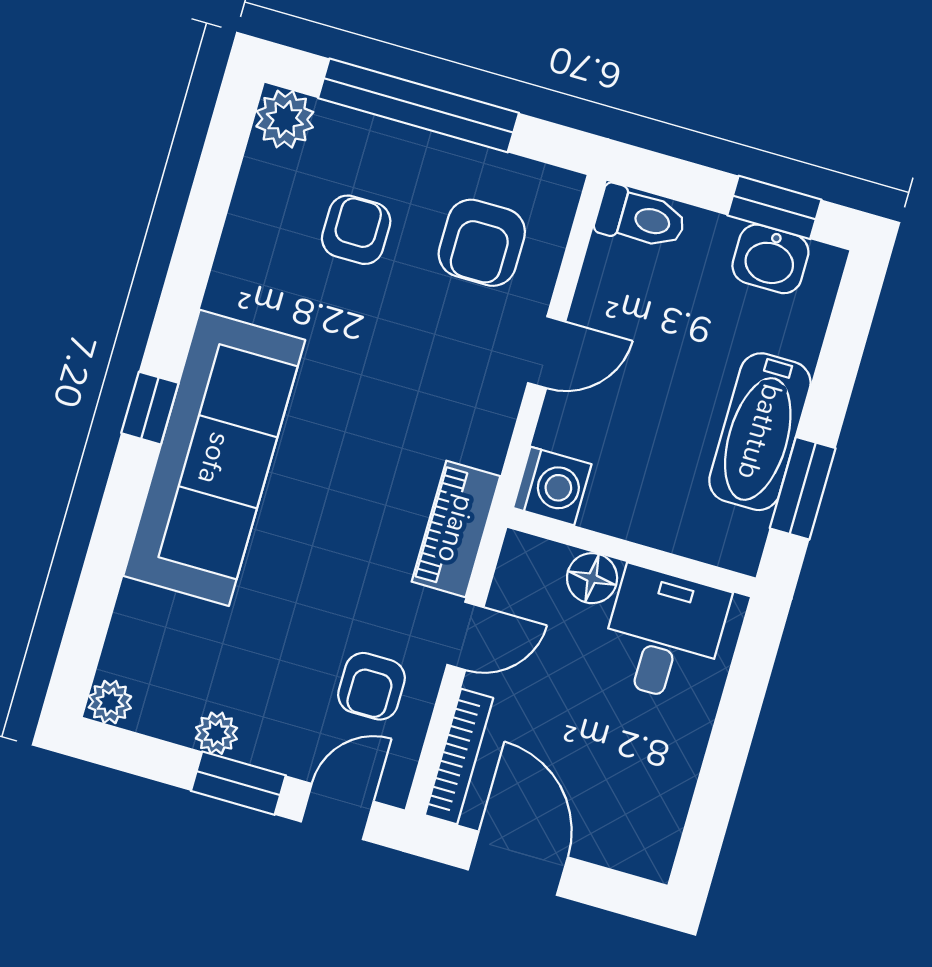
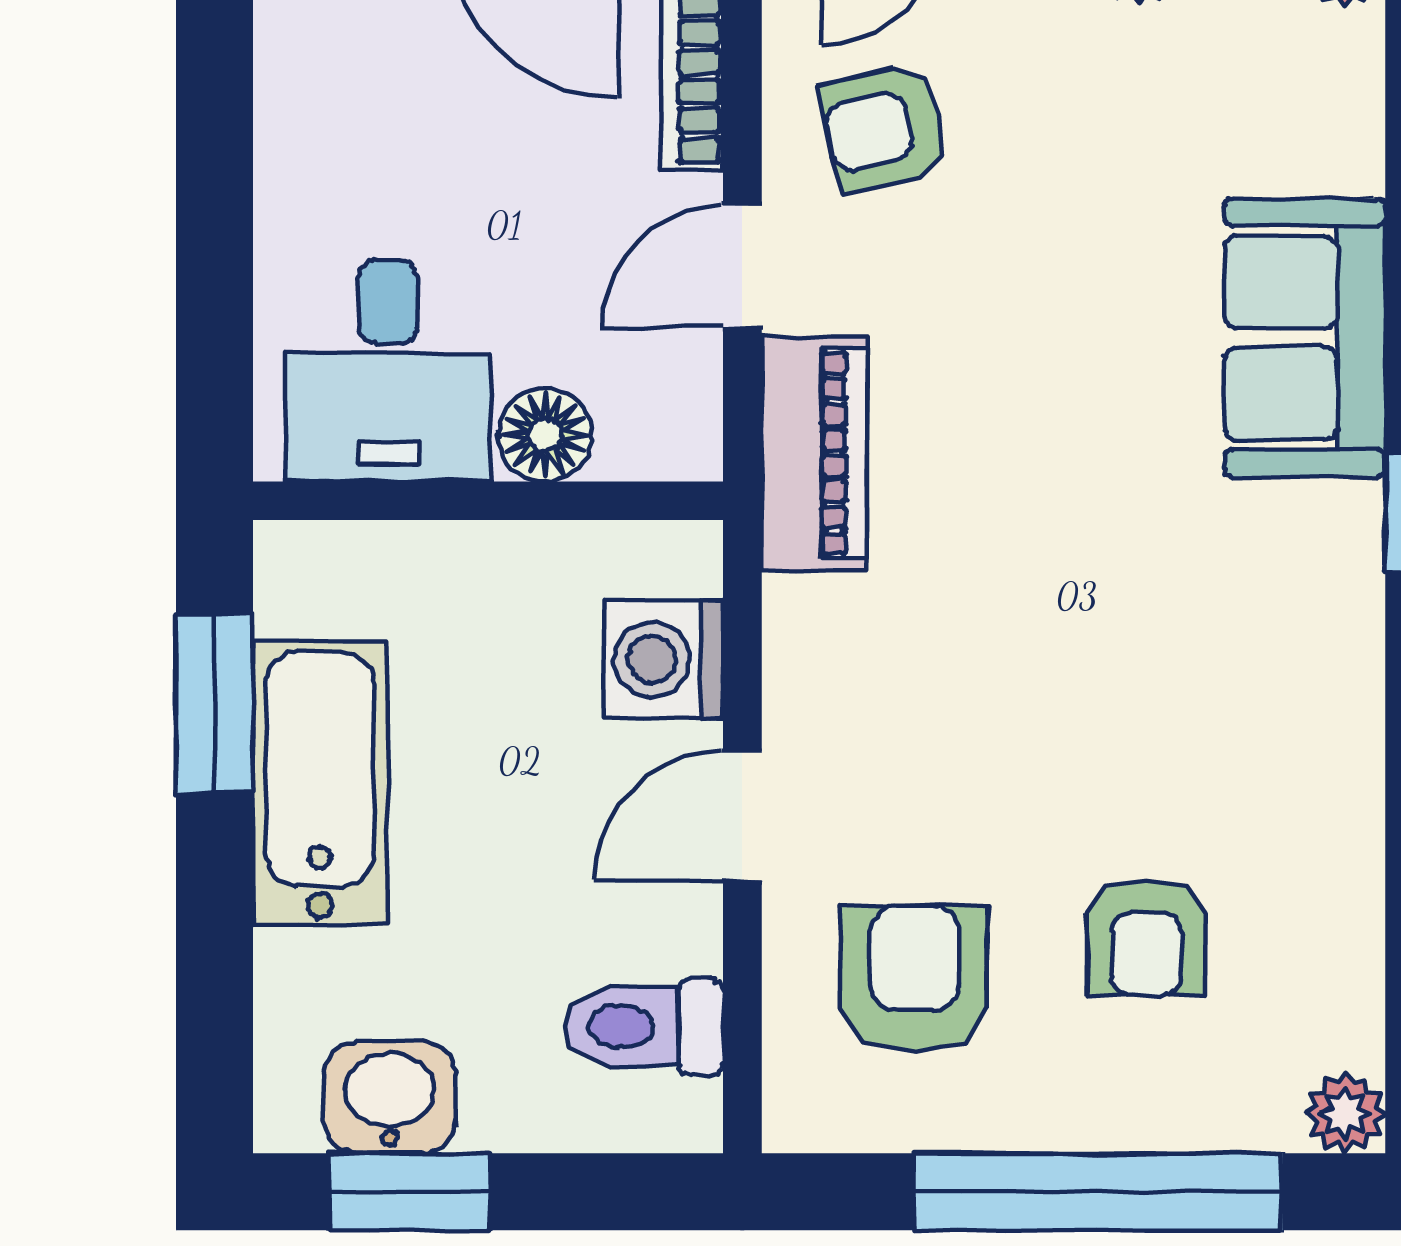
plant: (285, 119) -> (1345, 1114), width x0.73, depth x0.73
toilet: (641, 218) -> (643, 1027), moved
sofa: (214, 458) -> (1305, 338), width x0.54, depth x0.79
washing machine: (552, 486) -> (664, 659), moved
armchair: (371, 686) -> (884, 128), turned -103

